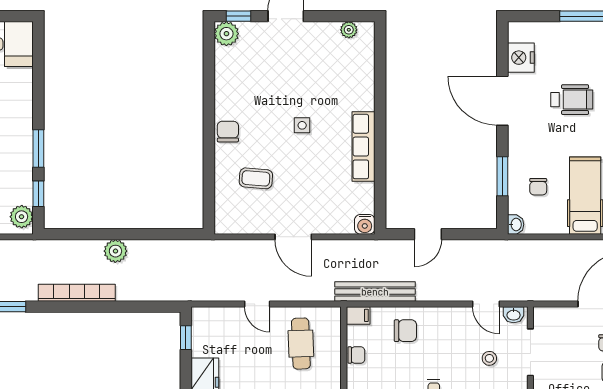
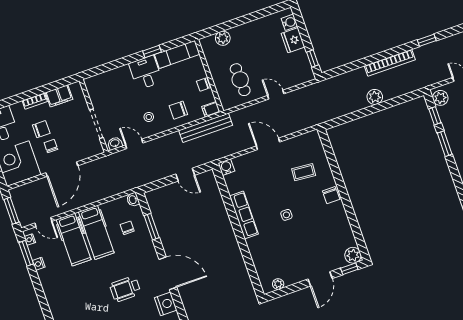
door: (428, 234) -> (185, 175), swing flipped
stool: (489, 358) -> (149, 117), moved

